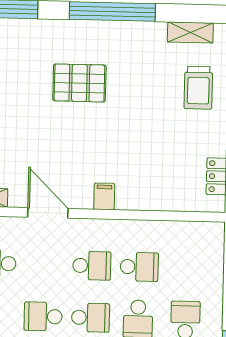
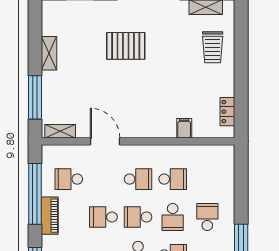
filing cabinet: (104, 196) -> (184, 128), moved
school desk: (91, 318) -> (138, 217), turned 180

